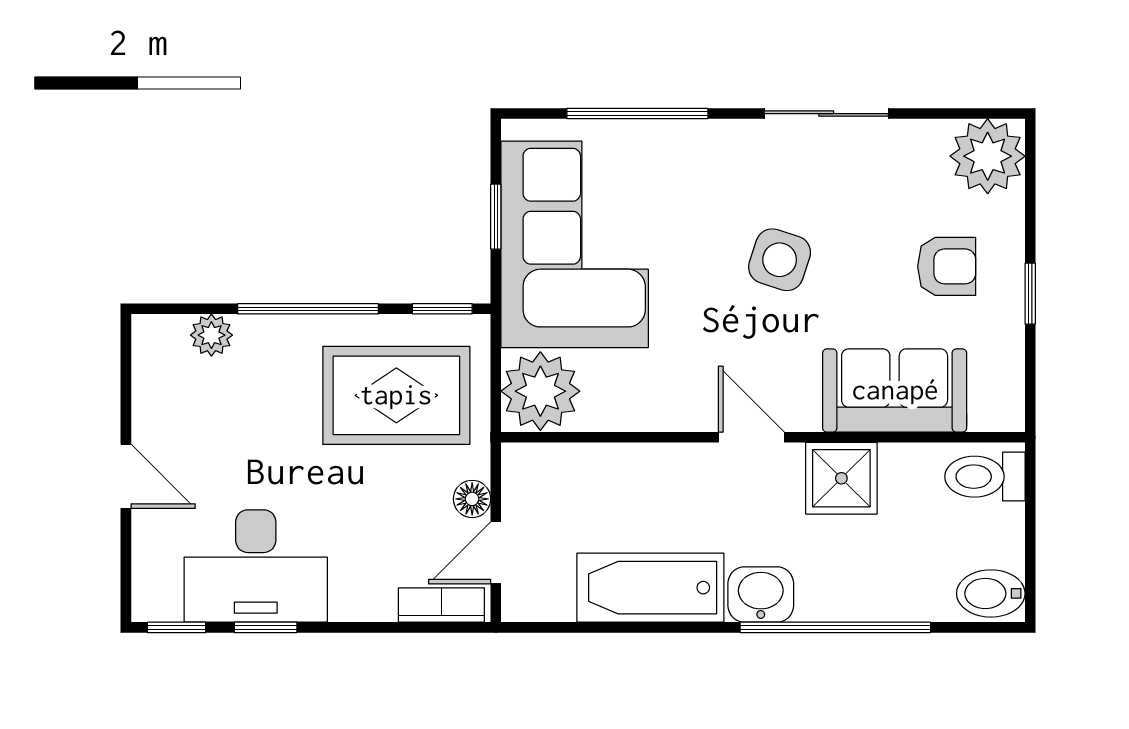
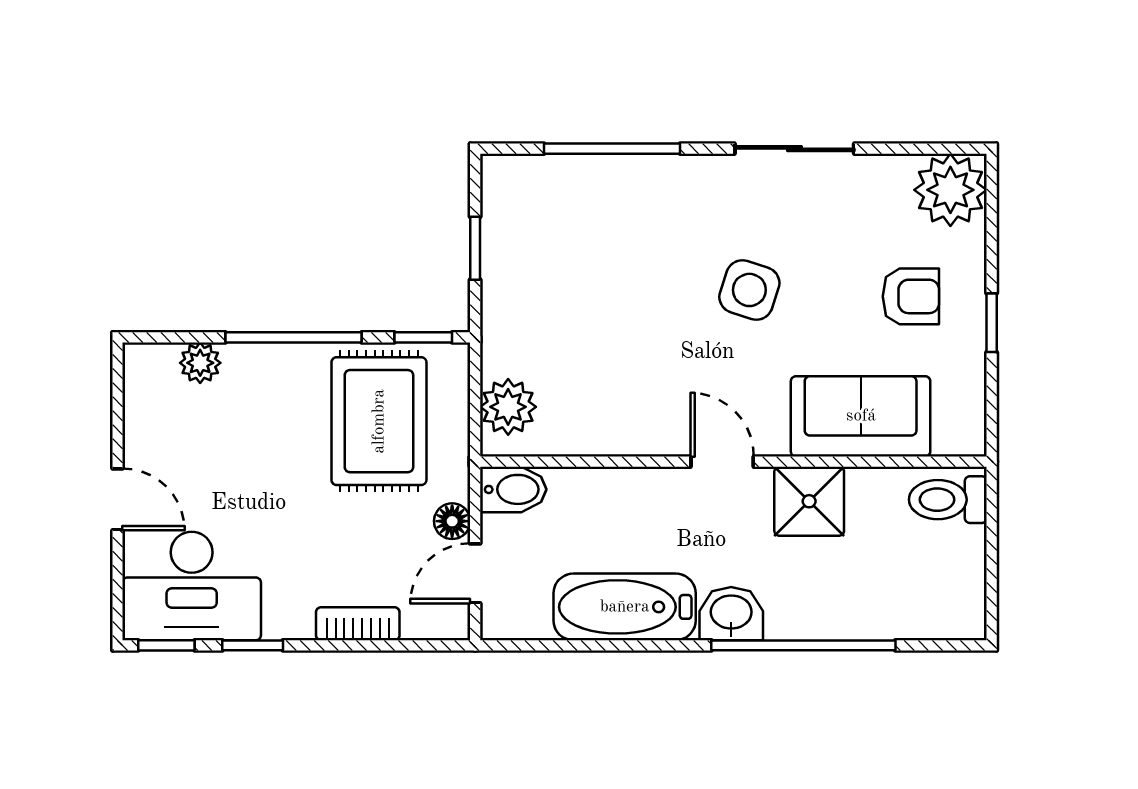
corner sofa: (575, 244) -> (551, 275), removed
plant: (540, 391) -> (508, 407), width x0.73, depth x0.73
rug: (396, 395) -> (379, 421), turned 90
desk: (256, 566) -> (192, 586), moved
bidet: (991, 593) -> (513, 489), moved, turned 180
bookcase: (441, 605) -> (358, 624), moved

